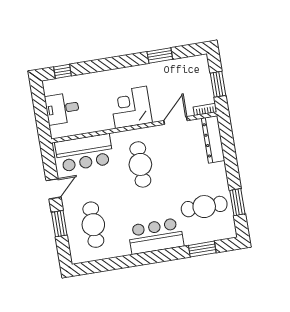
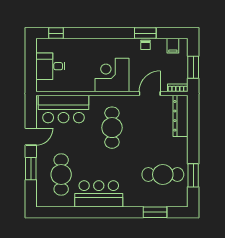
filing cabinet: (192, 64) -> (173, 46), added
chair: (162, 68) -> (145, 45), added
bar counter: (156, 236) -> (99, 194), moved

